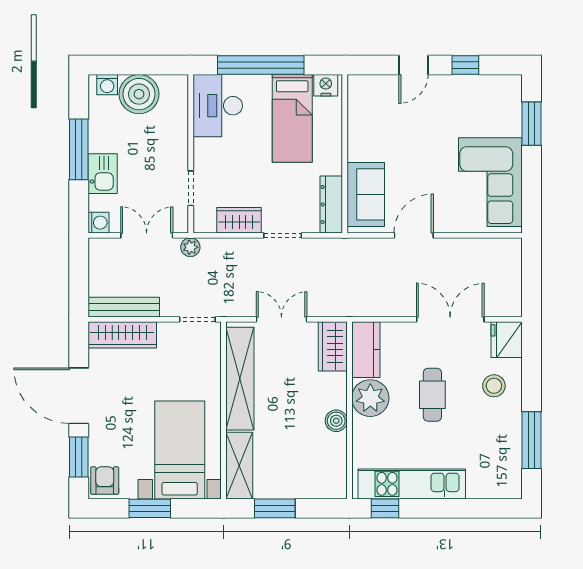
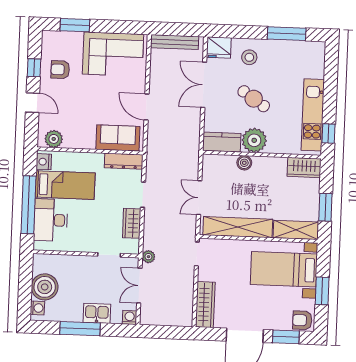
plant: (360, 99) -> (54, 139), added
armchair: (464, 104) -> (60, 70), added
desk: (218, 106) -> (51, 220), moved, turned 90
bench: (124, 307) -> (175, 42), moved, turned 90
wardrobe: (333, 346) -> (304, 167), moved
cafe table: (432, 395) -> (254, 99), turned 34
boiler: (336, 421) -> (244, 163), moved

